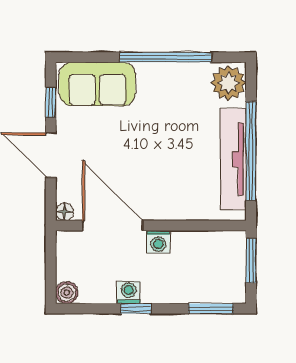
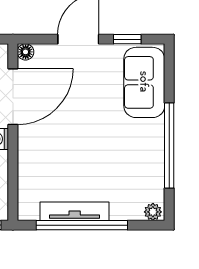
plant: (229, 83) -> (153, 212), width x0.53, depth x0.53
tv unit: (233, 159) -> (75, 211), width x0.73, depth x0.78

